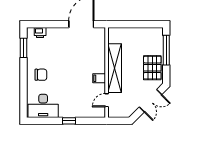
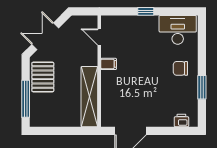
window: (24, 48) -> (202, 87), moved
shelving: (115, 68) -> (89, 97), moved
door: (107, 100) -> (99, 37), swing flipped

